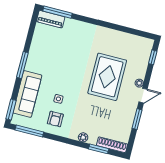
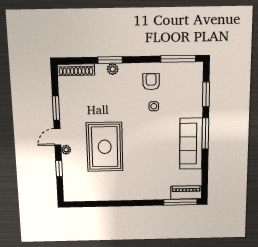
window: (153, 57) -> (59, 169), moved
sofa: (27, 94) -> (191, 144), moved
window: (11, 110) -> (206, 94), moved
window: (99, 149) -> (110, 60), moved

